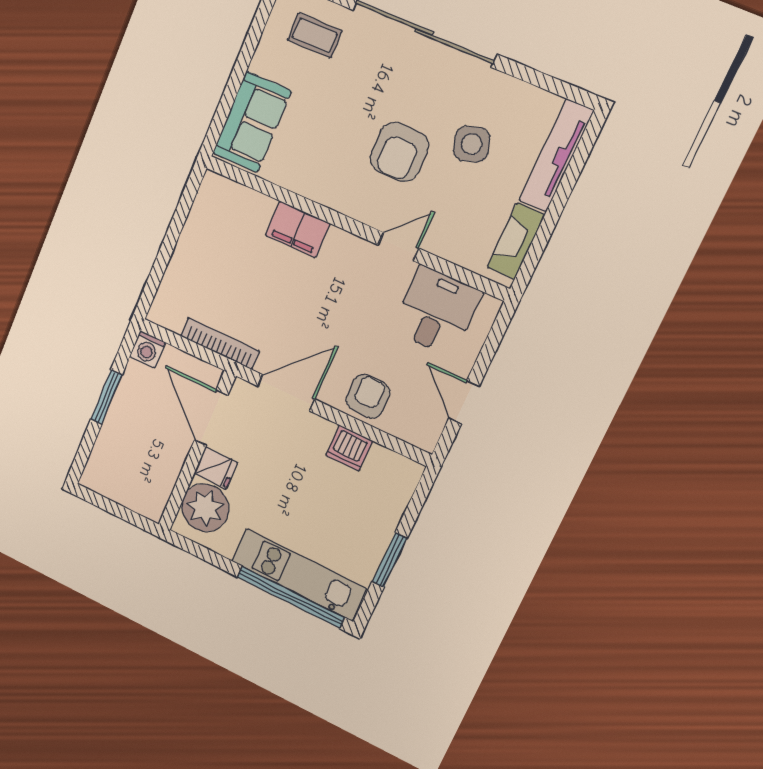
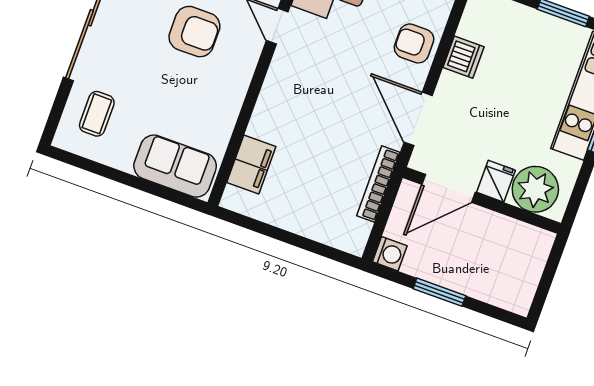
filing cabinet: (298, 229) -> (251, 165), moved

